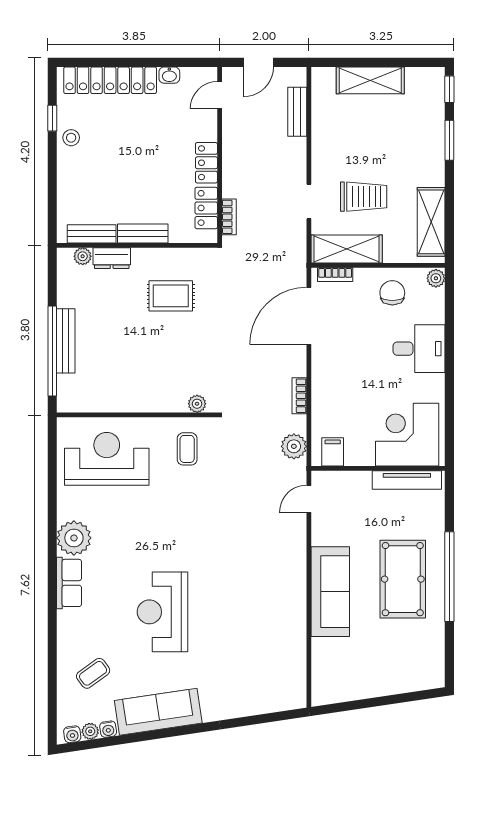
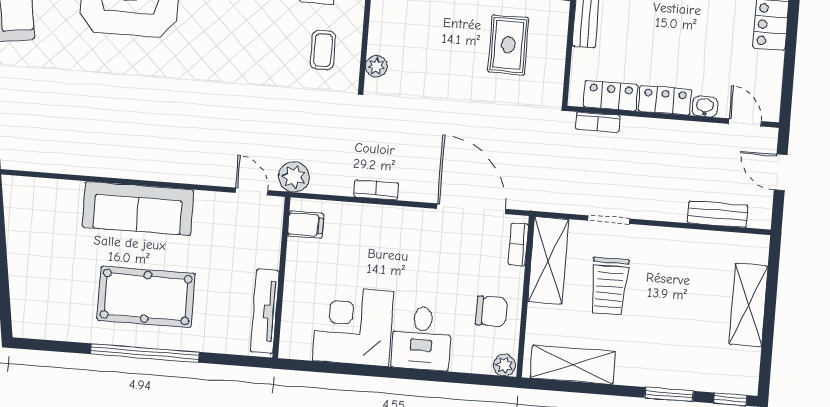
washbasin: (169, 75) -> (705, 107), moved, turned 90
corner desk: (407, 435) -> (353, 326), moved, turned -90
plant: (294, 446) -> (294, 177), moved
coffee table: (187, 449) -> (323, 50), turned 90

